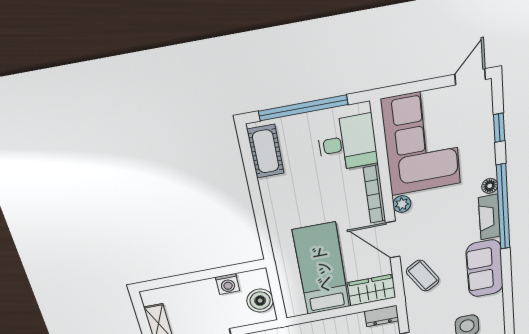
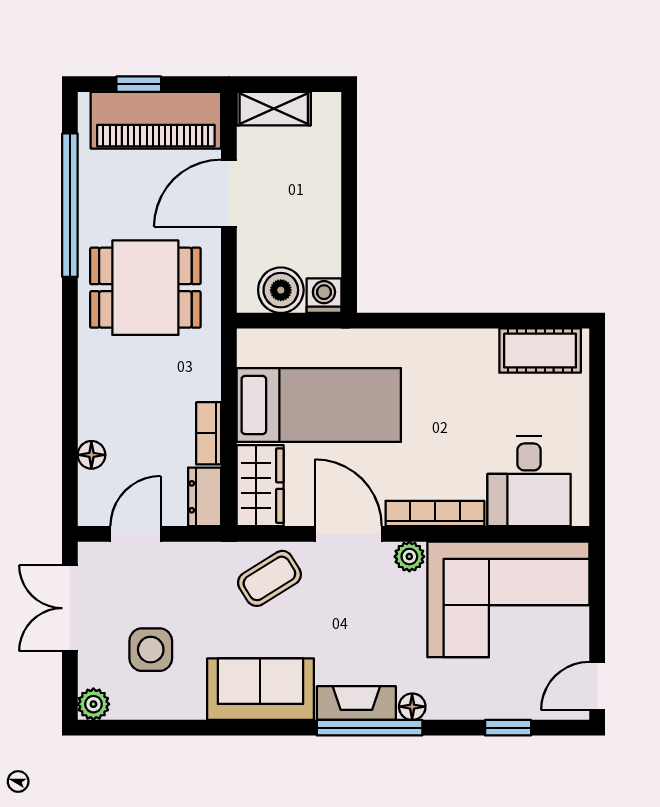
door: (470, 77) -> (597, 686), swing flipped
window: (303, 108) -> (597, 421), removed
window: (503, 207) -> (370, 728), width x0.68
door: (393, 240) -> (348, 534), hinge flipped
washing machine: (228, 284) -> (324, 296), moved, turned 90
bookcase: (347, 321) -> (209, 433), added

